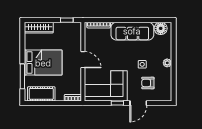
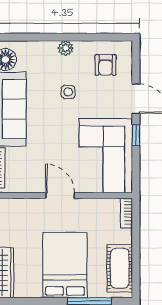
door: (83, 60) -> (60, 195), hinge flipped
armchair: (148, 83) -> (106, 65), moved

